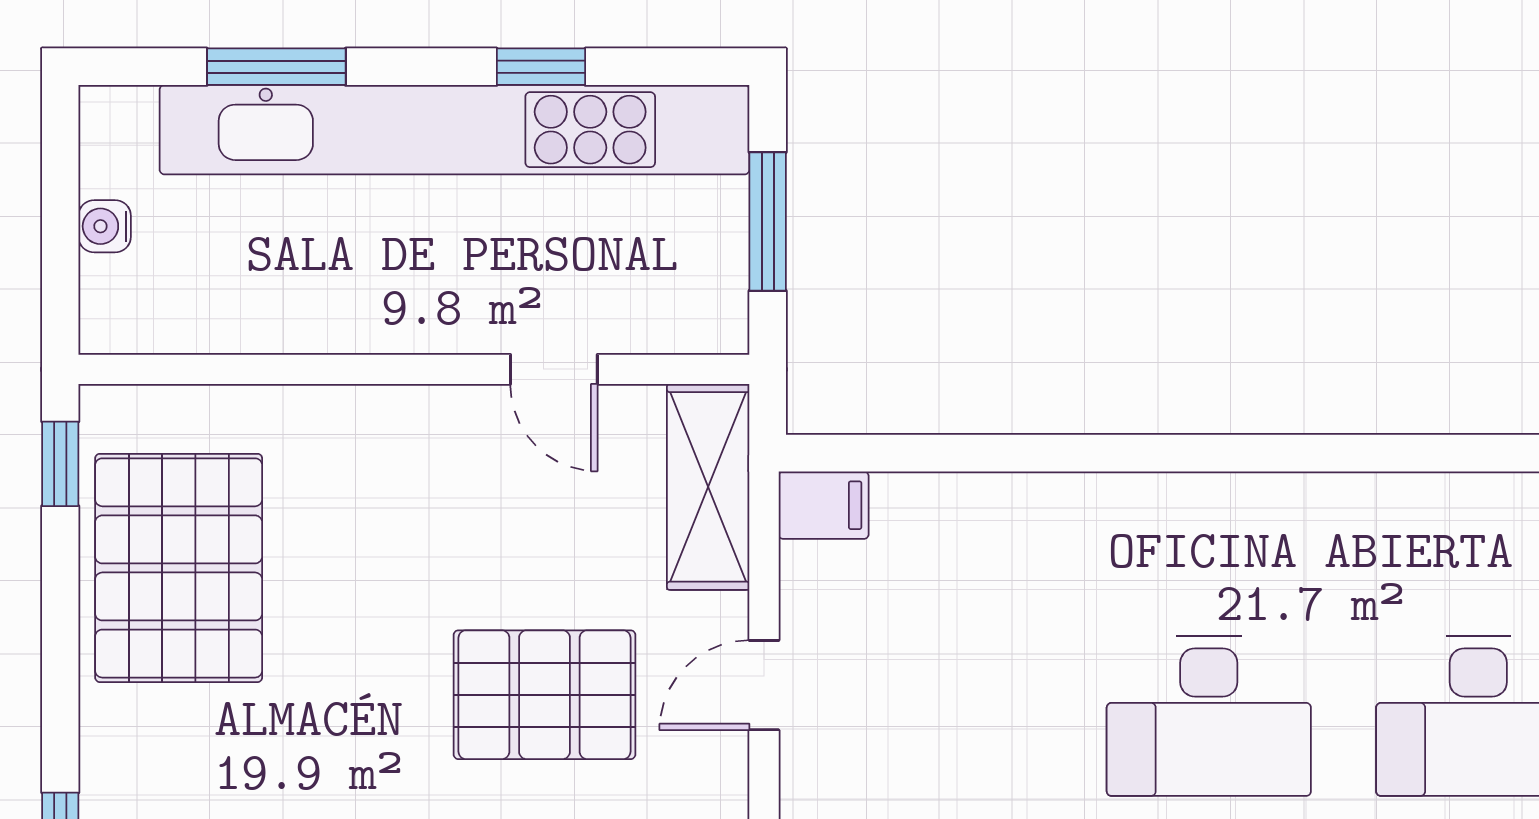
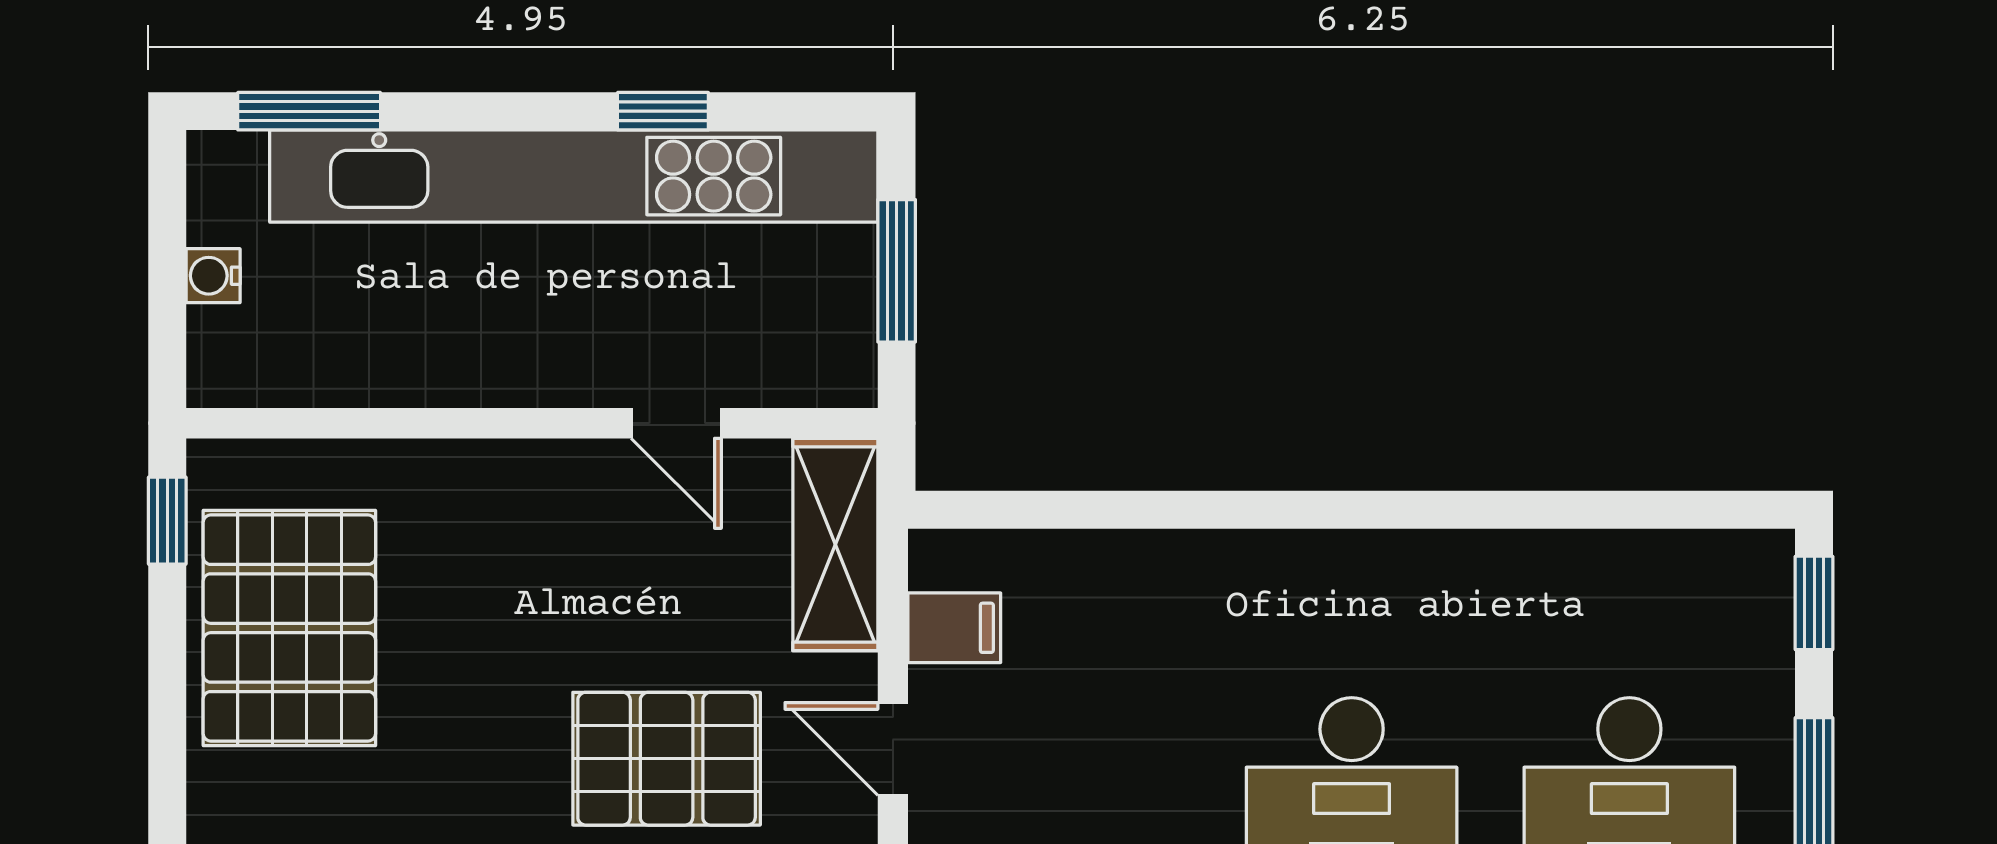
window: (276, 67) -> (309, 111), moved
filing cabinet: (824, 505) -> (954, 628), moved
door: (764, 685) -> (893, 749), hinge flipped

